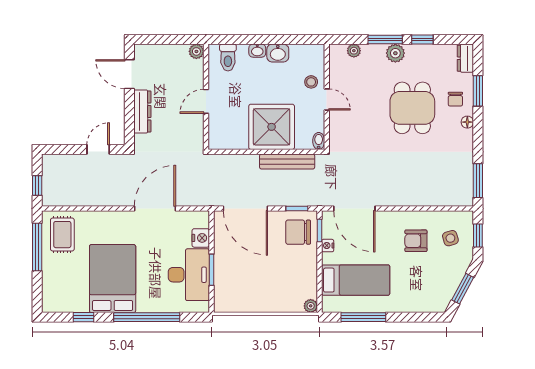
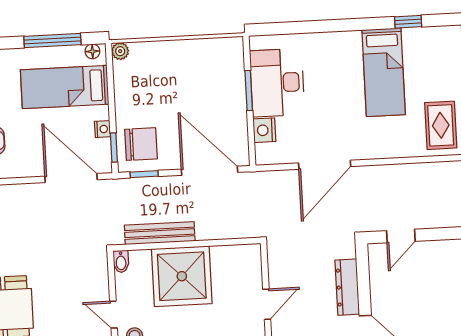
bed: (113, 279) -> (384, 72), width x0.67
floor lamp: (332, 307) -> (92, 51), added
window: (147, 317) -> (328, 26), removed

